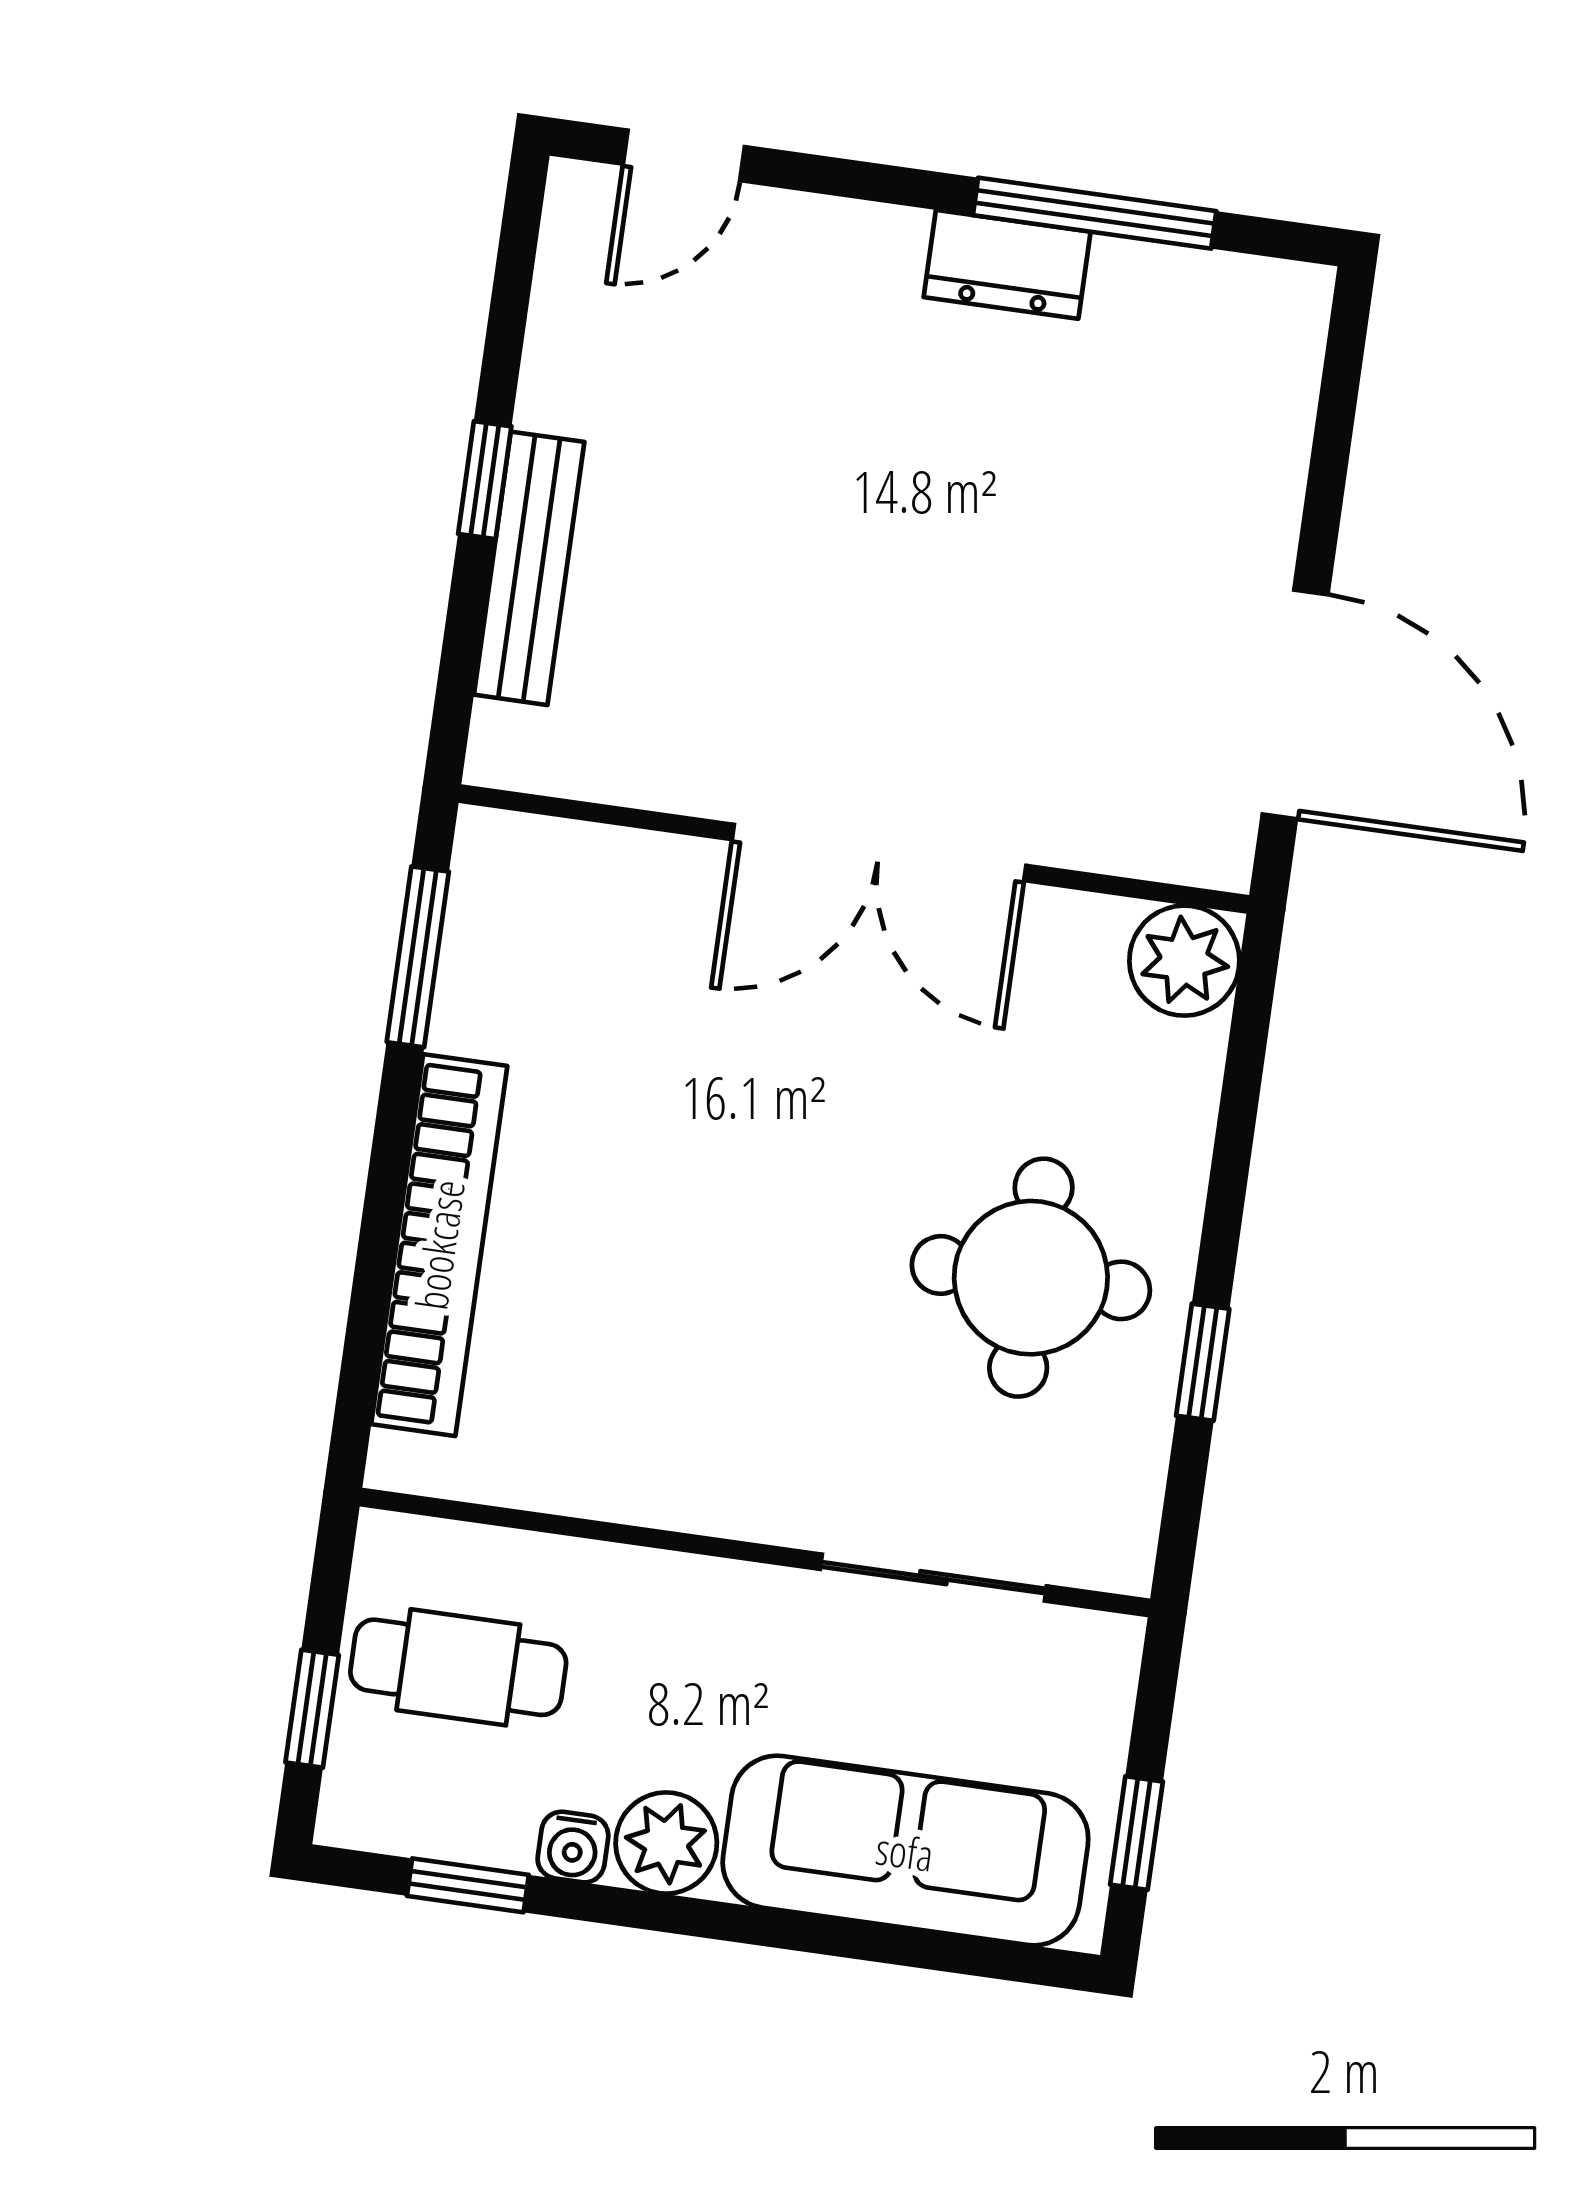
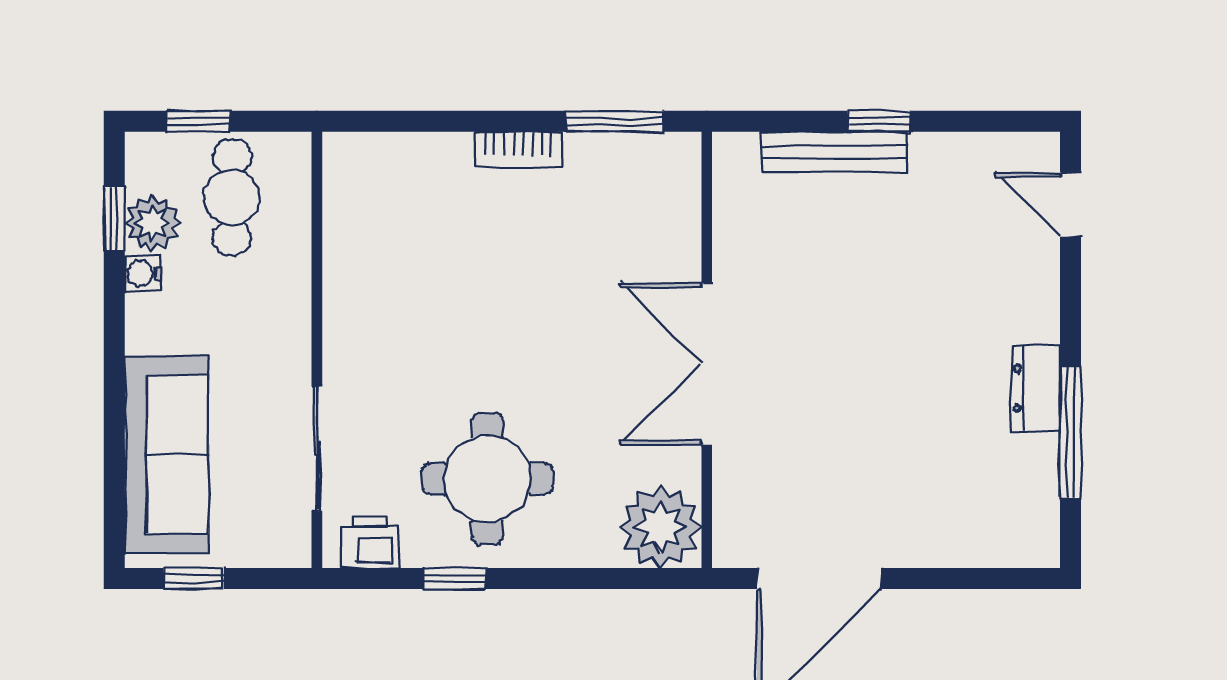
plant: (1184, 961) -> (660, 527), width x1.36, depth x1.36
bookcase: (439, 1245) -> (518, 149), width x0.43, depth x0.76
printer: (1115, 1506) -> (370, 542), added
plant: (666, 1843) -> (152, 223), moved

